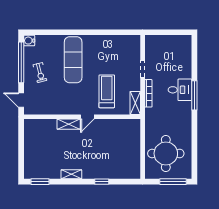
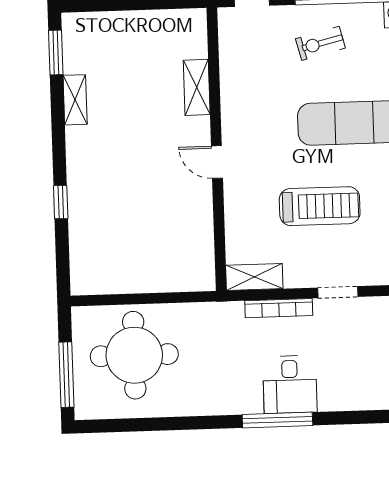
treadmill: (107, 91) -> (320, 206), moved
shelving: (69, 124) -> (197, 87), moved
shelving: (71, 174) -> (75, 100), moved

